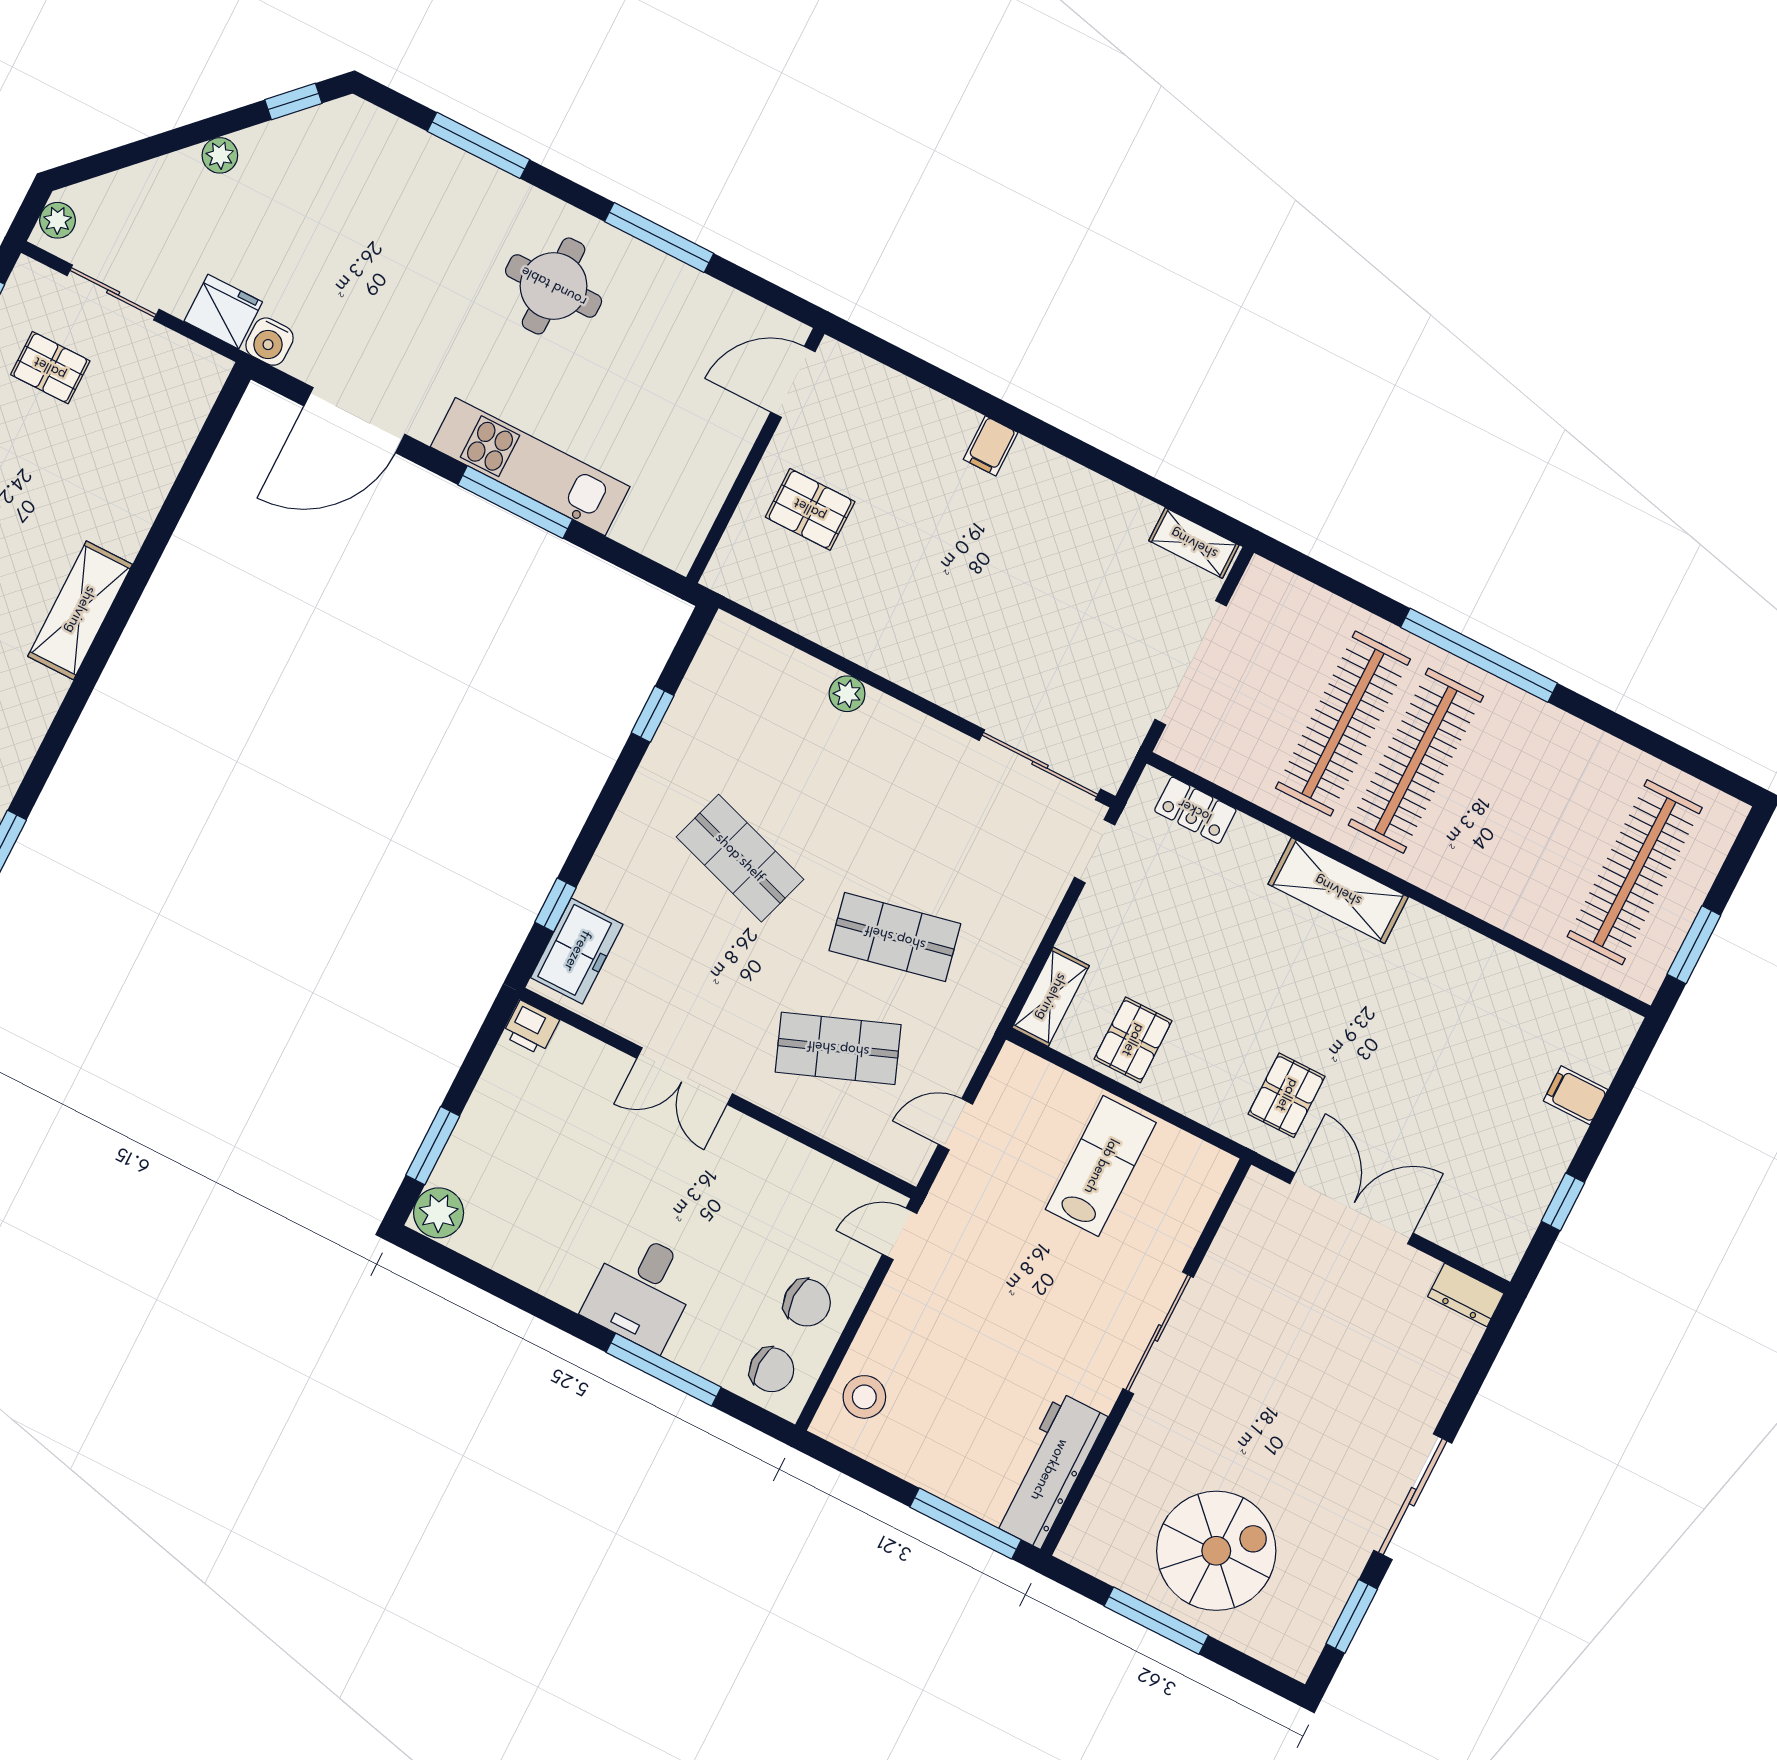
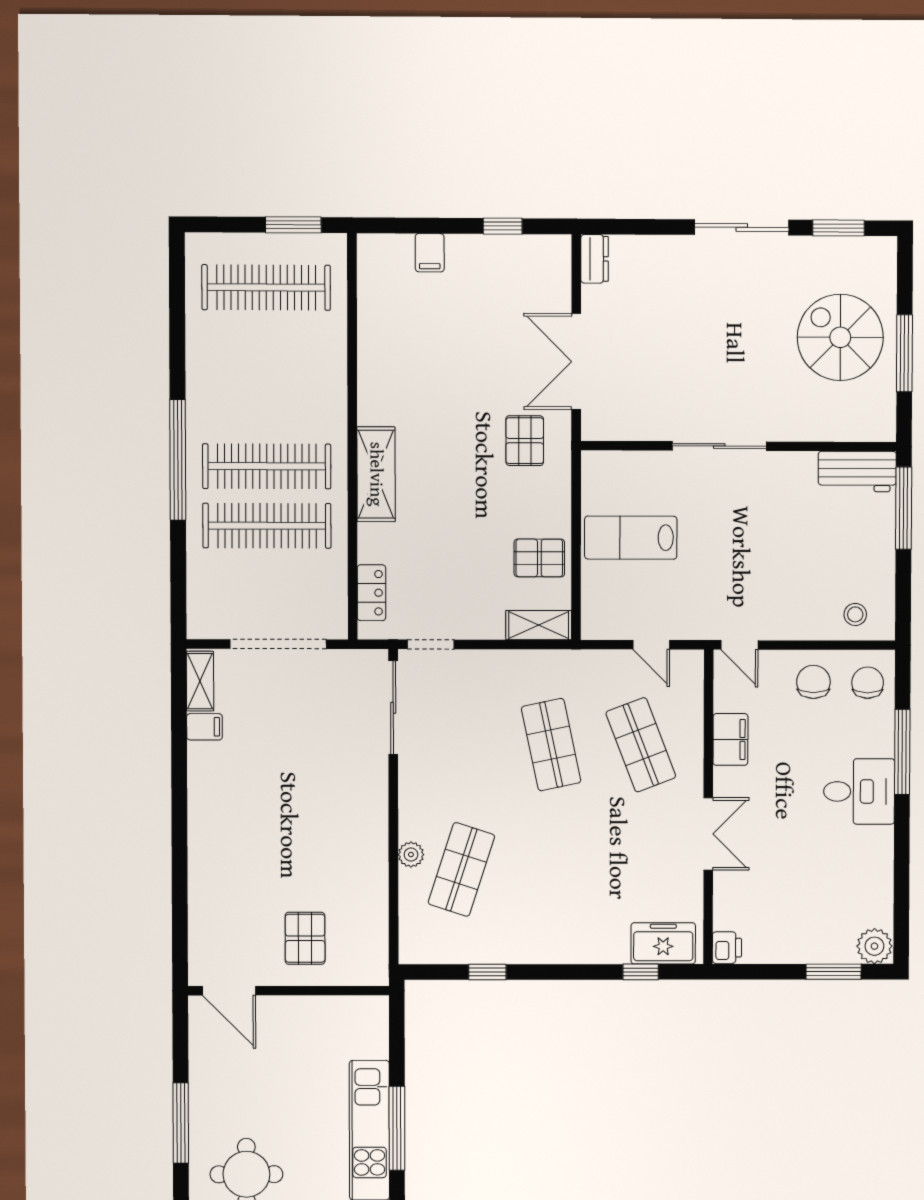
filing cabinet: (991, 446) -> (204, 727), moved
shop shelf: (740, 858) -> (461, 869), moved
pallet: (1287, 1095) -> (525, 441), turned 90
filing cabinet: (788, 1163) -> (730, 739), added
stool: (864, 1397) -> (855, 614), width x0.73, depth x0.73
workbench: (1049, 1470) -> (857, 471), width x0.73

